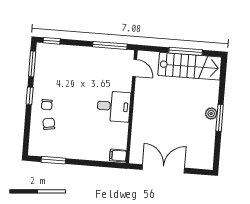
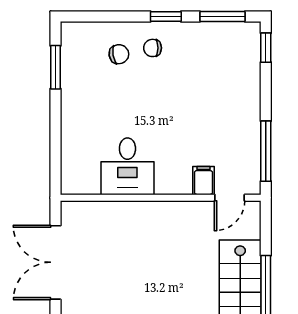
desk: (114, 106) -> (127, 166), moved
filing cabinet: (118, 155) -> (203, 181), moved
double door: (163, 169) -> (55, 262), swing flipped

